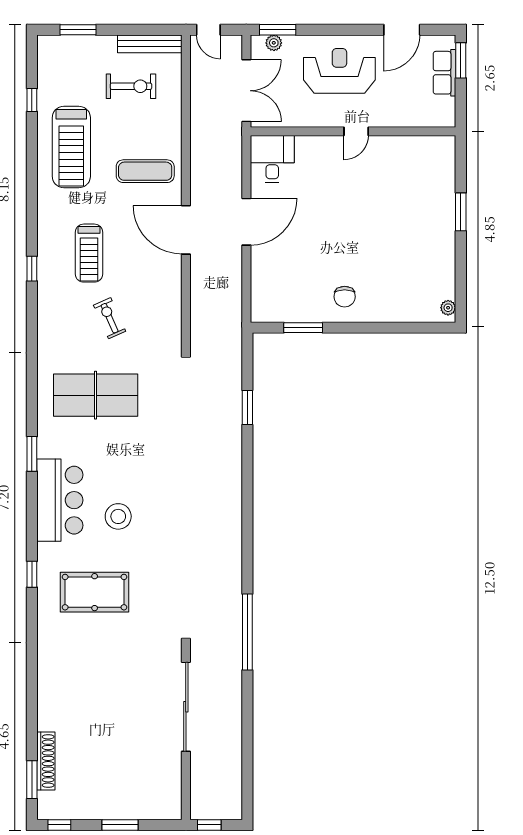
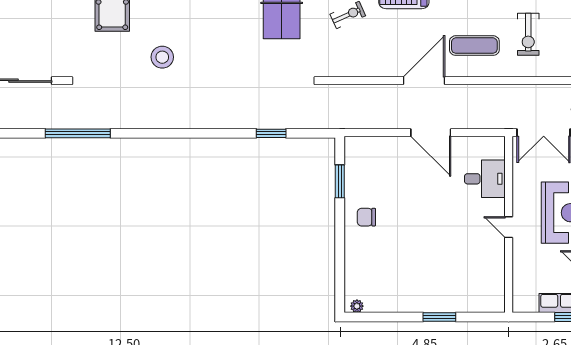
exercise bike: (131, 86) -> (528, 34), moved
desk: (272, 159) -> (485, 179), moved
exercise mat: (145, 171) -> (474, 46), turned 90
stool: (118, 516) -> (162, 57), moved

